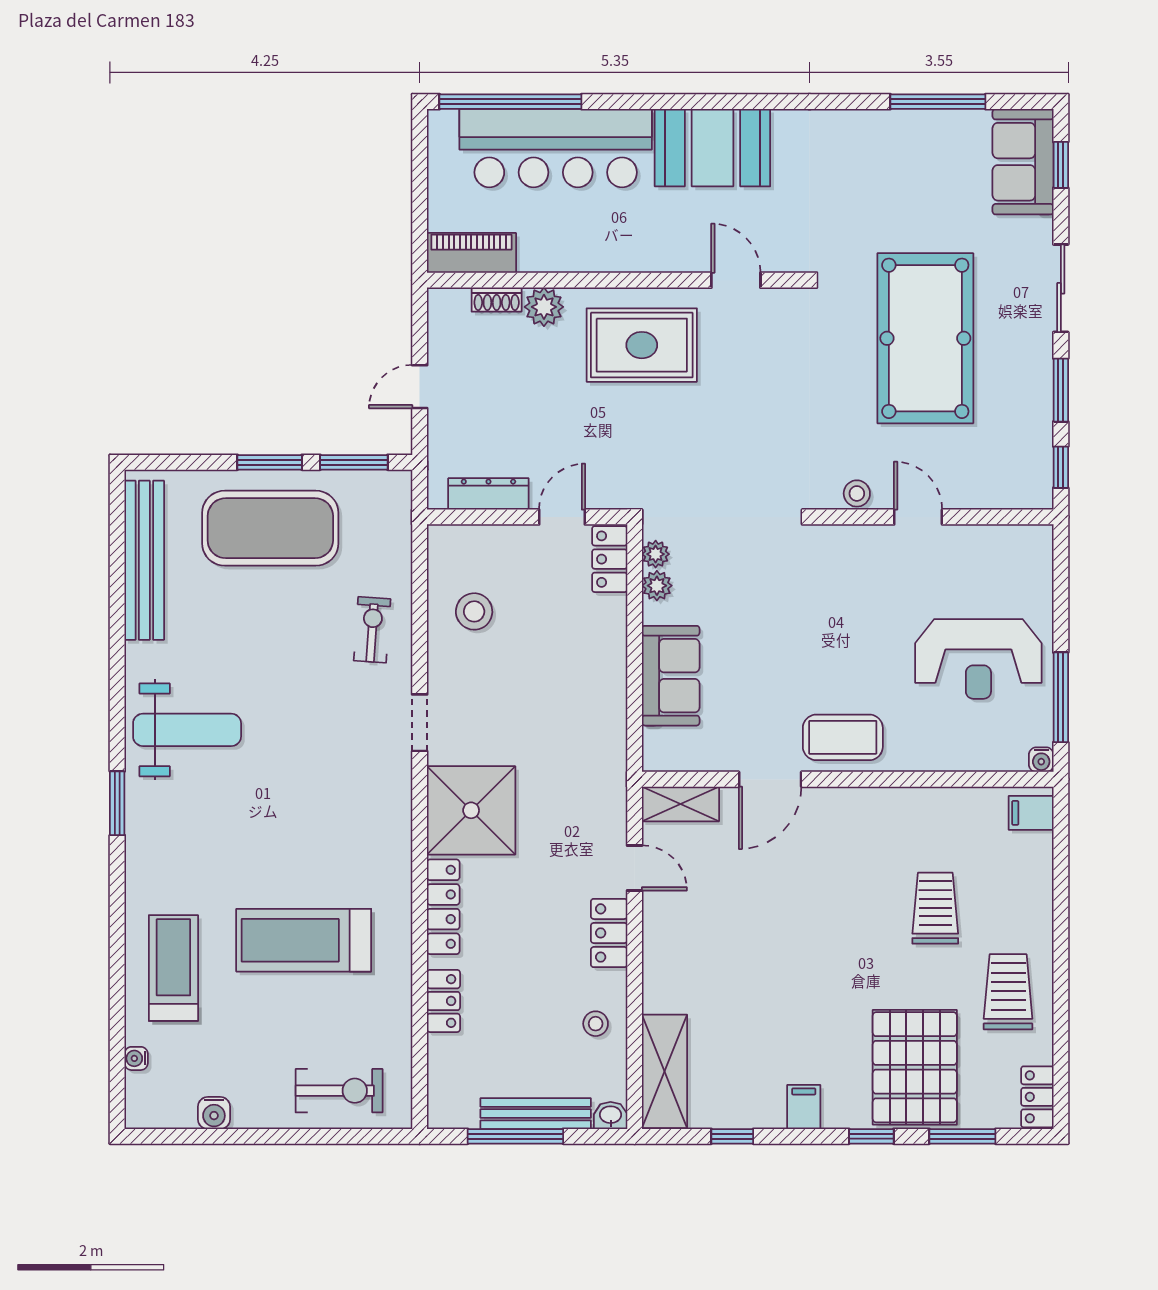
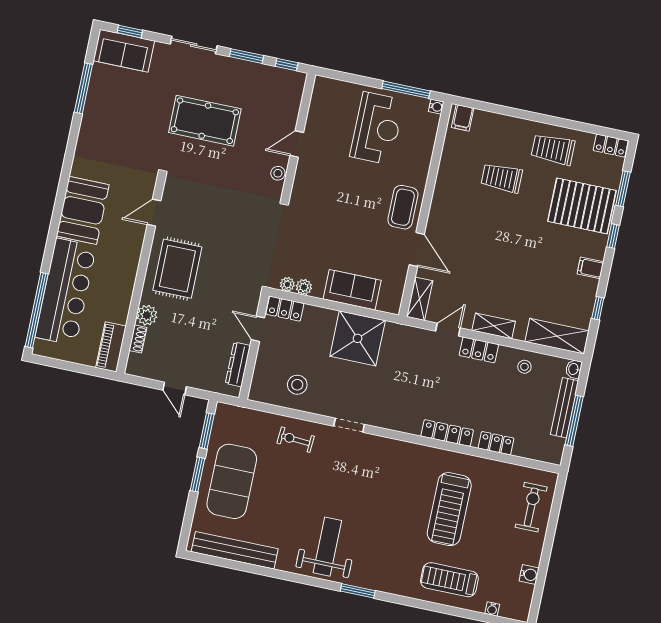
pool table: (925, 338) -> (205, 121), width x0.73, depth x0.76
shower: (471, 810) -> (358, 338), moved
shelving: (659, 951) -> (494, 326), added

